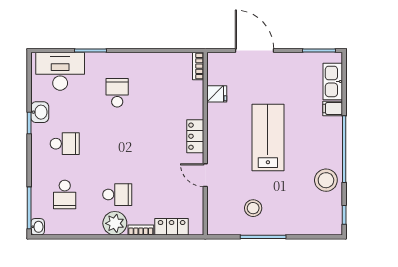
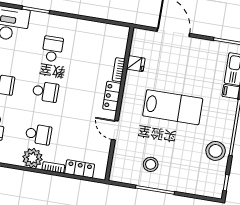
bookcase: (198, 66) -> (119, 70), moved
lab bench: (268, 138) -> (173, 107), turned 90
school desk: (117, 144) -> (45, 92), added

